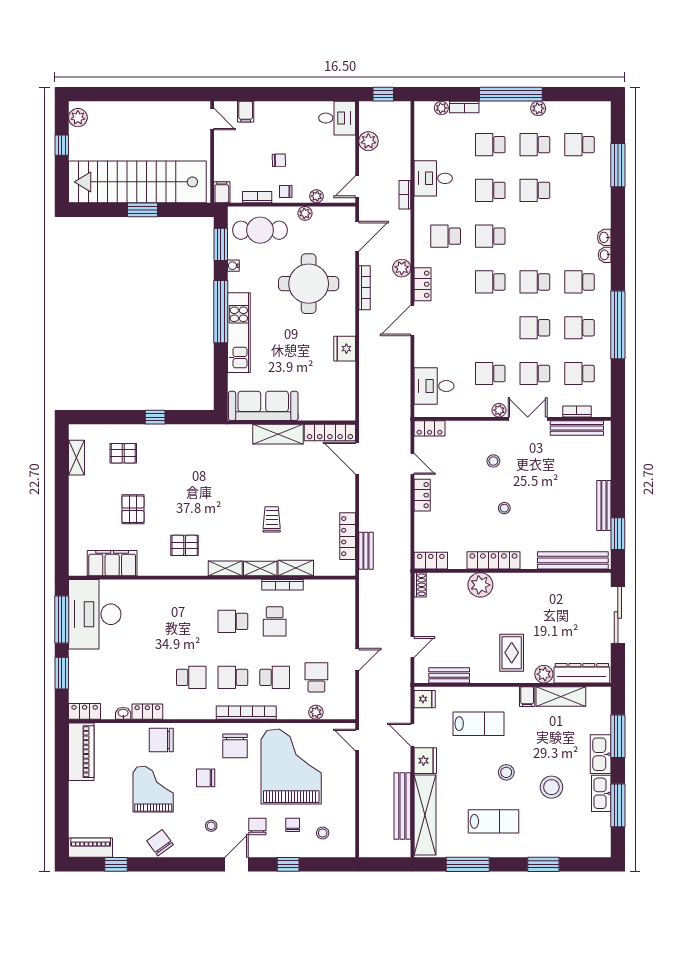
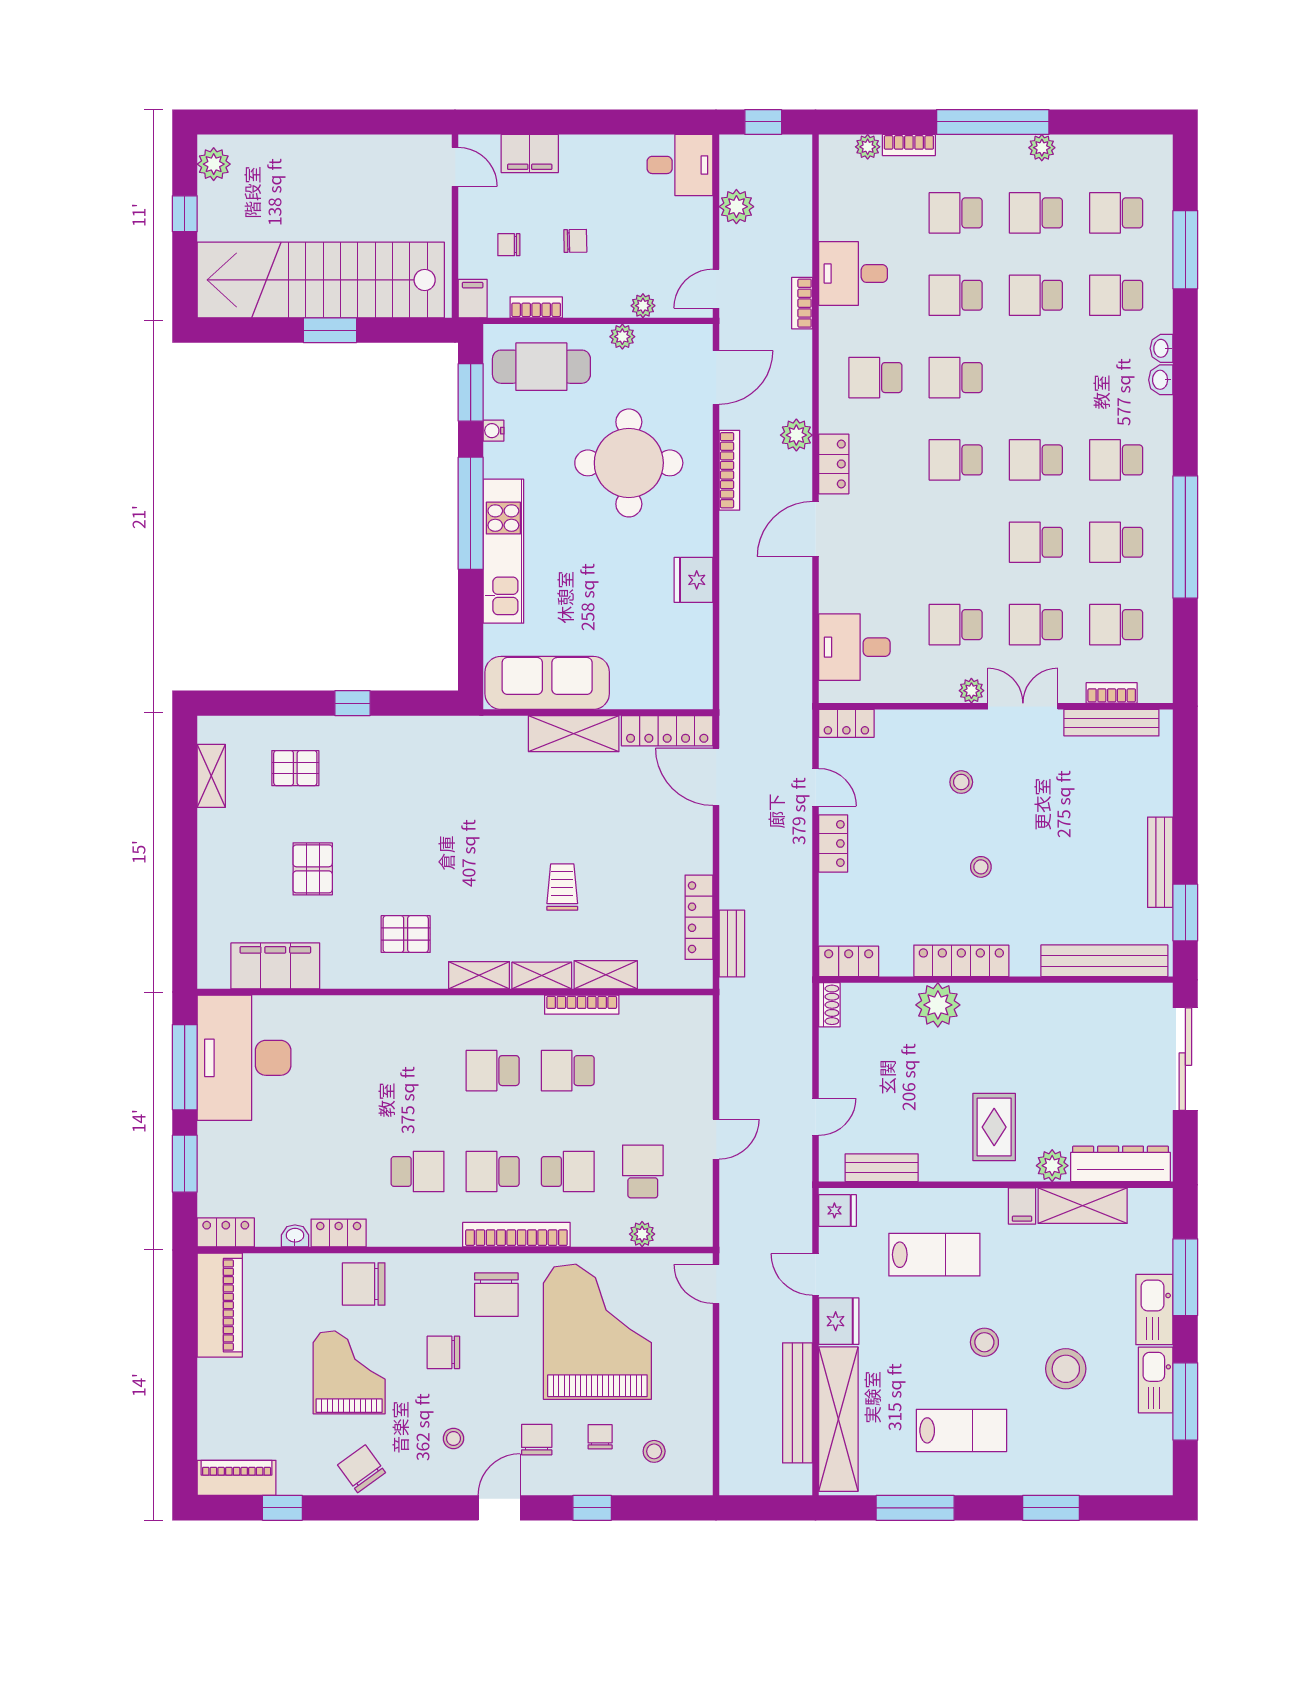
filing cabinet: (246, 112) -> (530, 153), width x2.00
school desk: (579, 190) -> (1116, 295), added
chair: (286, 192) -> (509, 245), moved
washbasin: (605, 255) -> (1162, 348), moved
school desk: (275, 621) -> (568, 1071), turned 90

